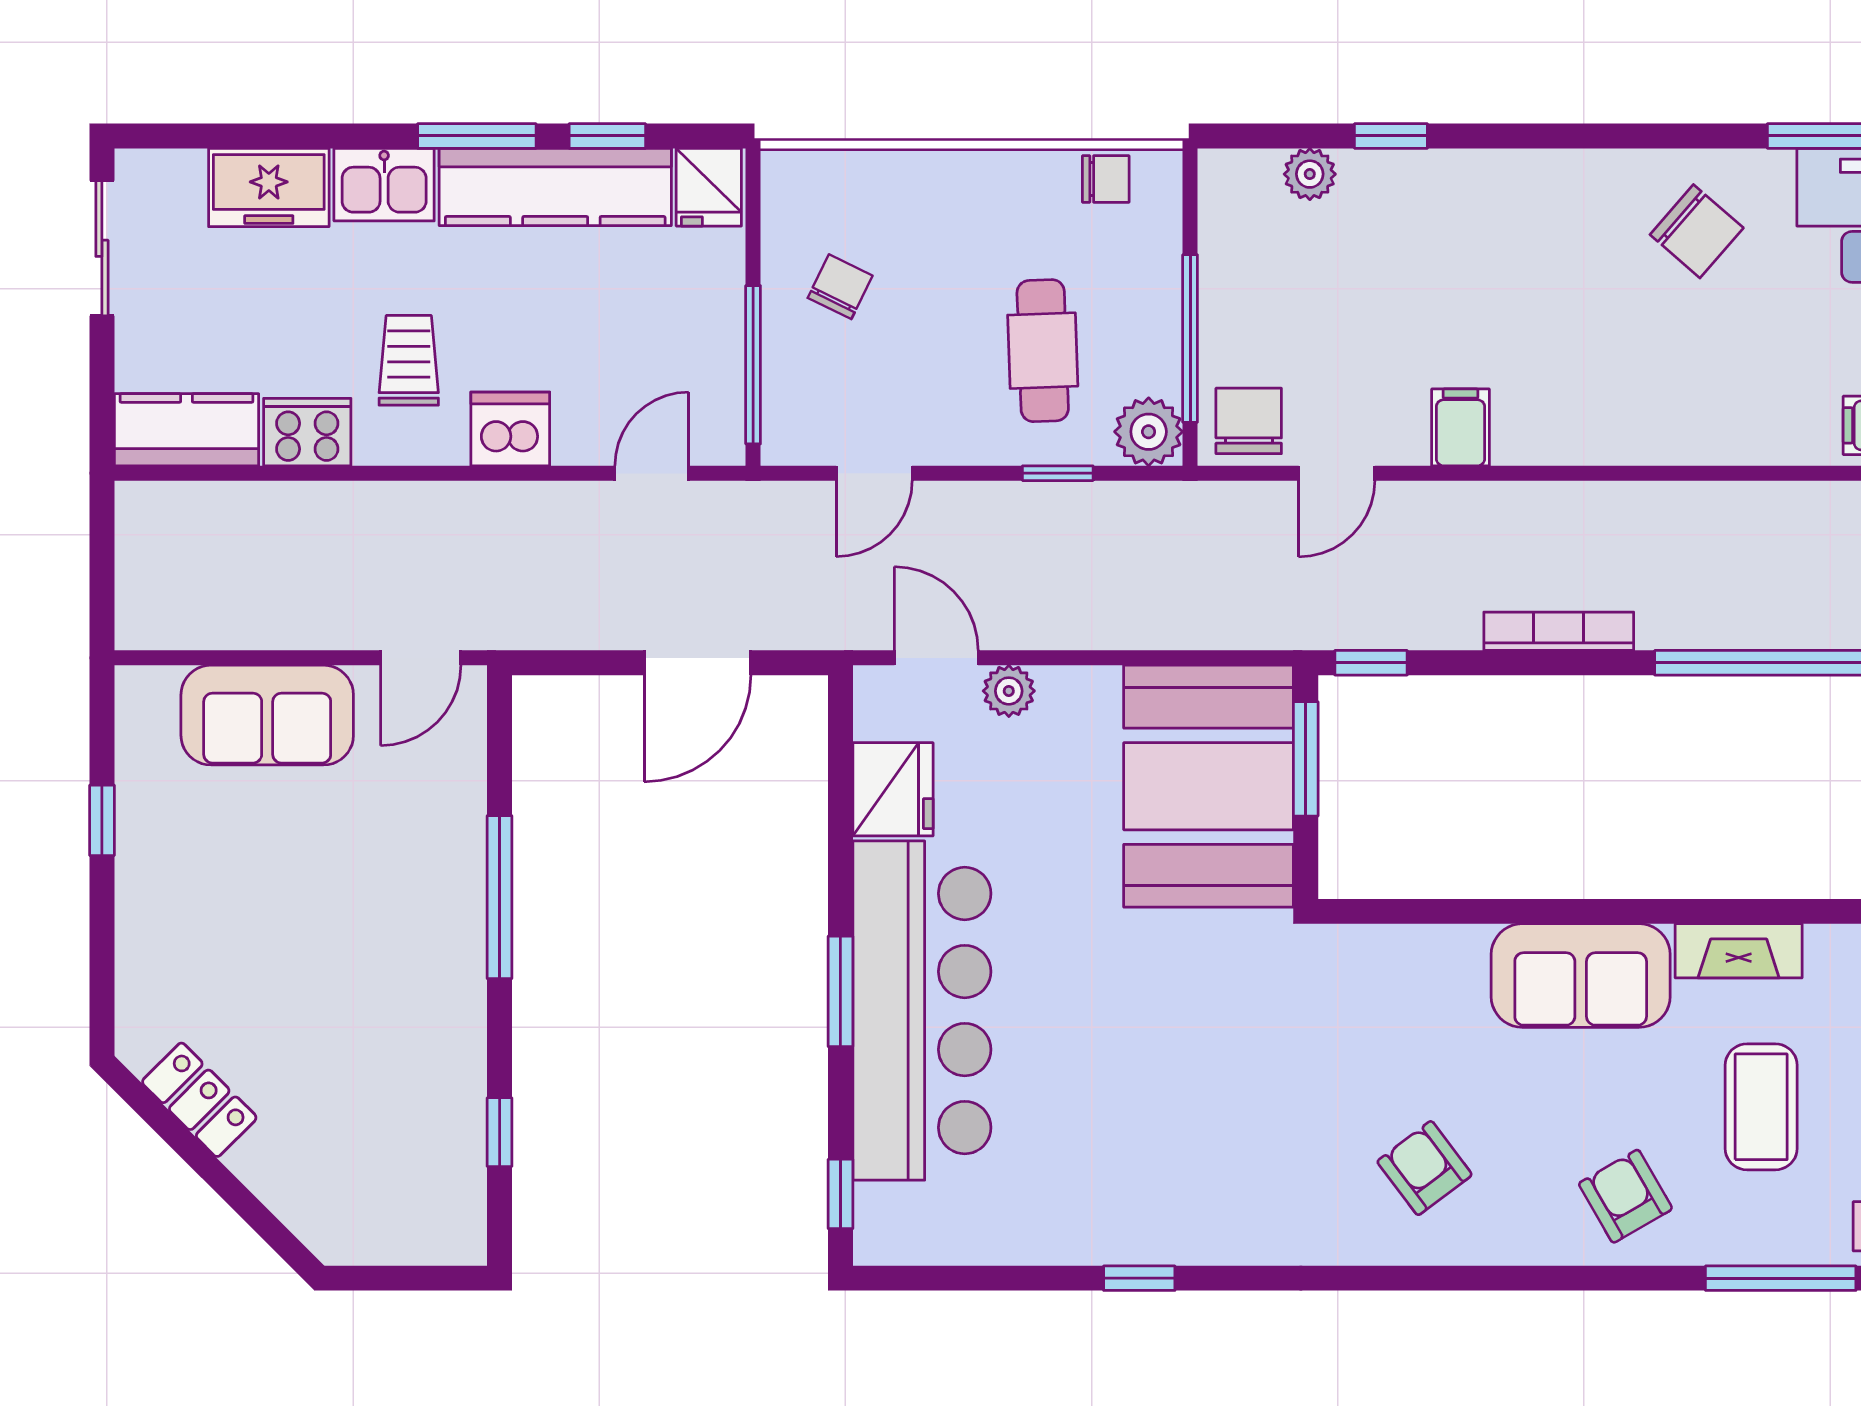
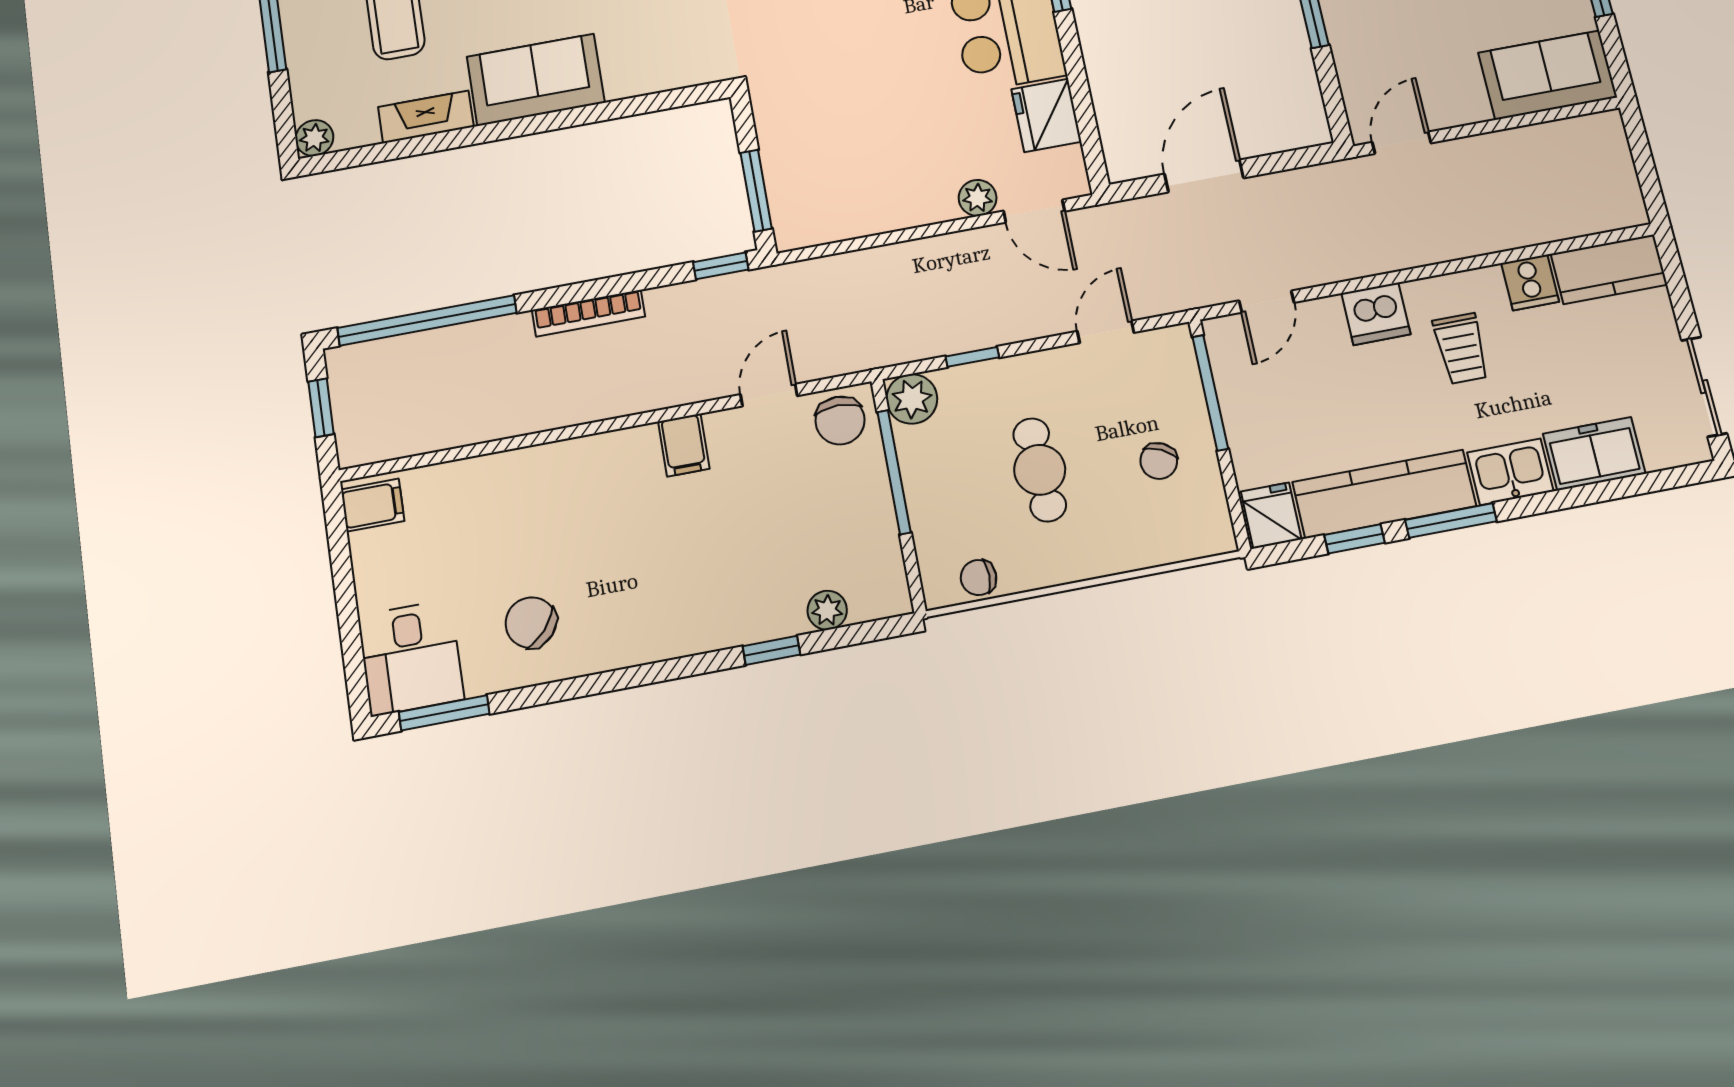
cafe table: (1043, 351) -> (1040, 470), moved
cooker: (307, 432) -> (1530, 282), width x0.73
sofa: (267, 715) -> (1548, 75), moved
booth: (1209, 786) -> (822, 159), removed

